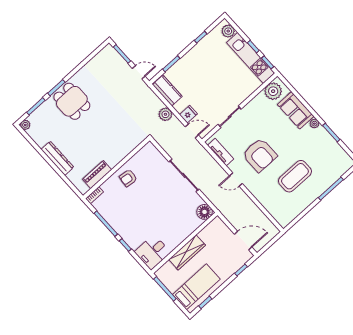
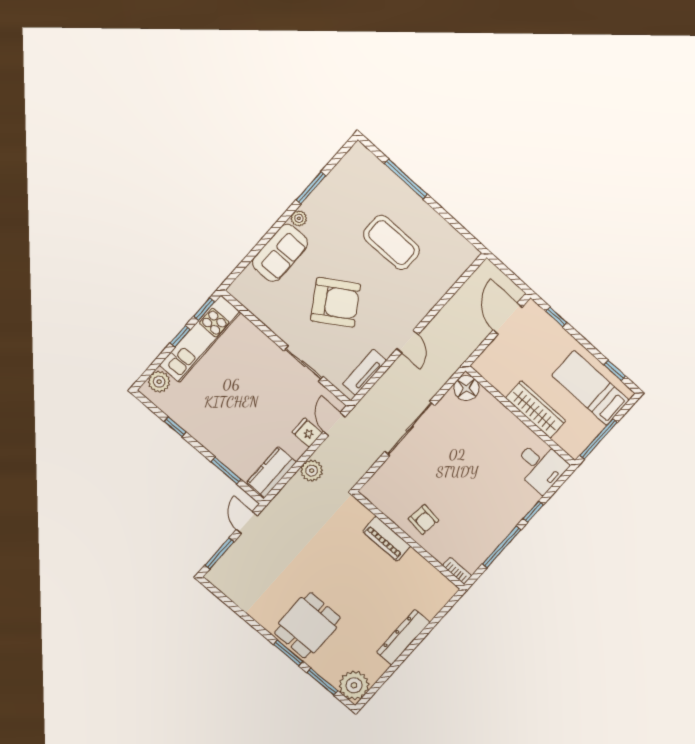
plant: (273, 91) -> (252, 295), removed
plant: (25, 125) -> (354, 685), width x1.87, depth x1.87
armchair: (260, 155) -> (336, 302), moved, turned 57
piano: (97, 175) -> (387, 539), moved

